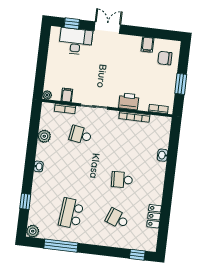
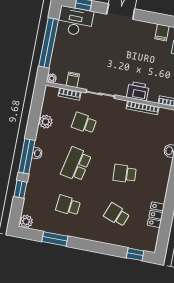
desk: (76, 41) -> (75, 21), moved
window: (42, 62) -> (49, 43), added
window: (29, 170) -> (27, 156), added
school desk: (76, 174) -> (76, 164), added
school desk: (71, 213) -> (68, 205), width x0.54
window: (61, 246) -> (55, 239), width x0.69

